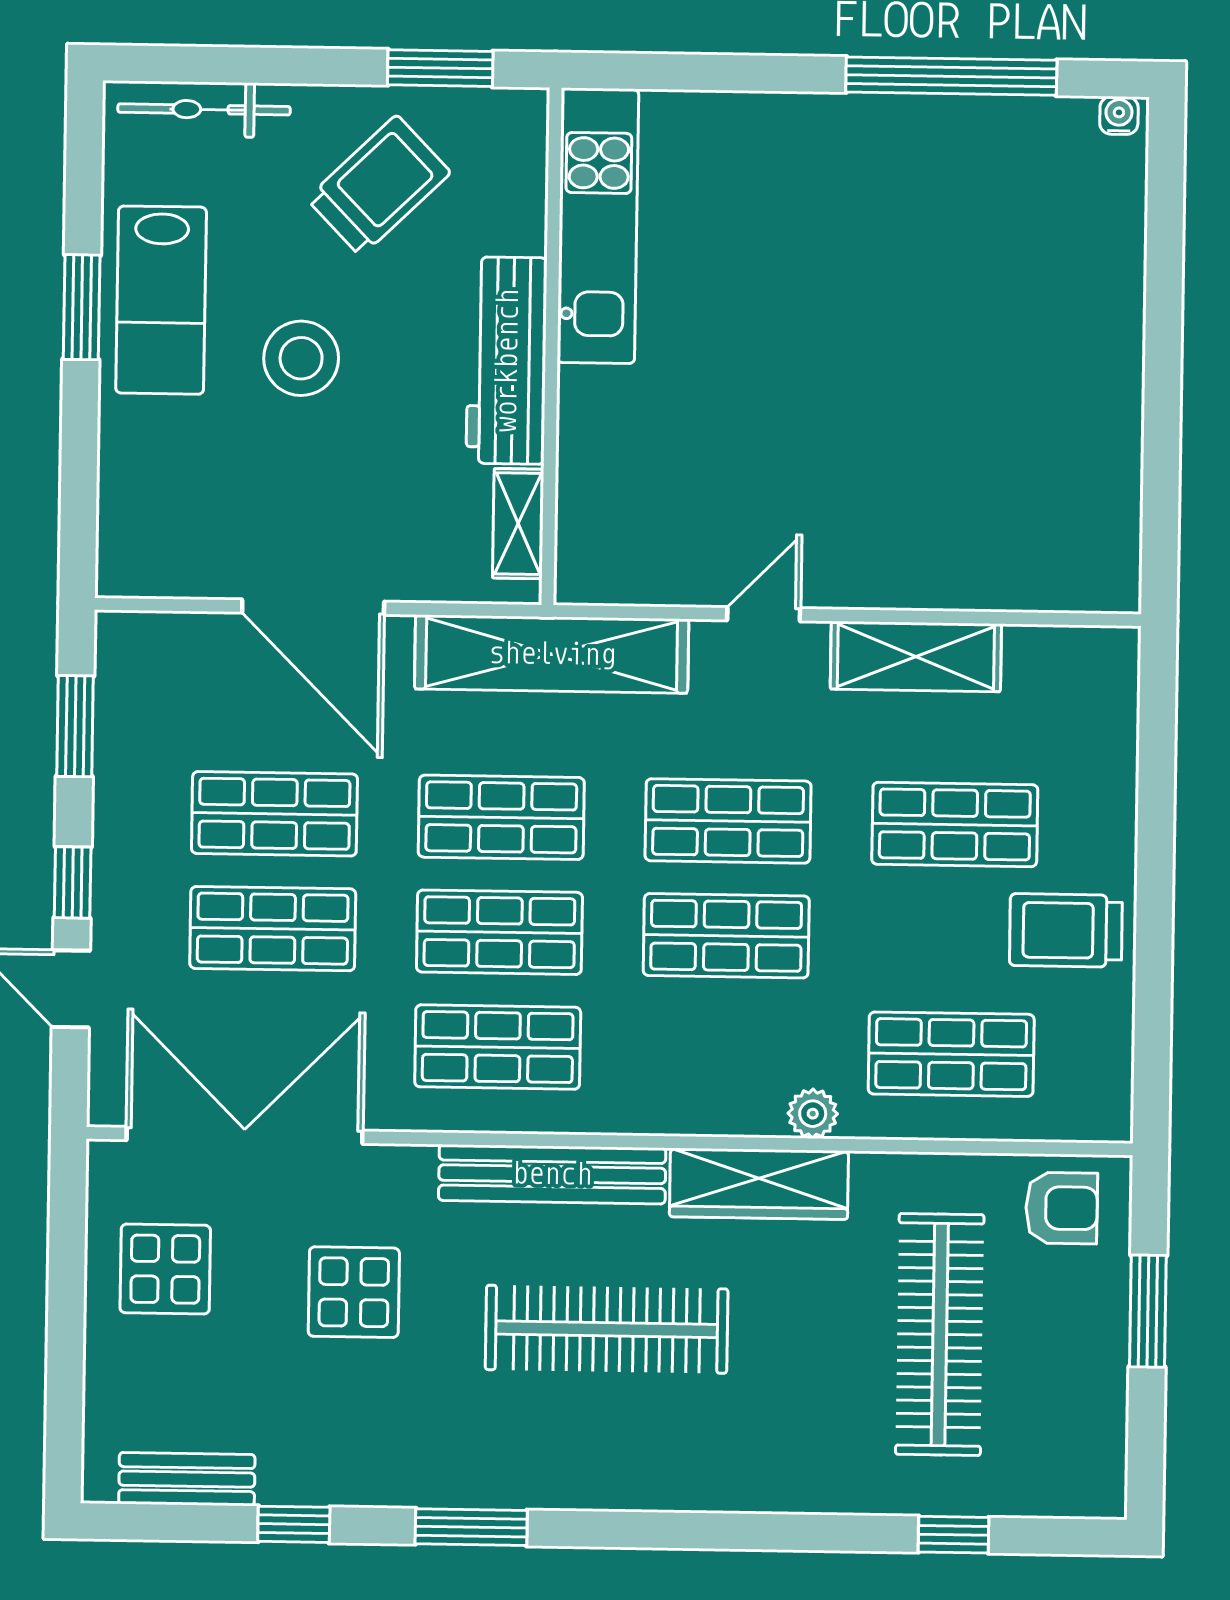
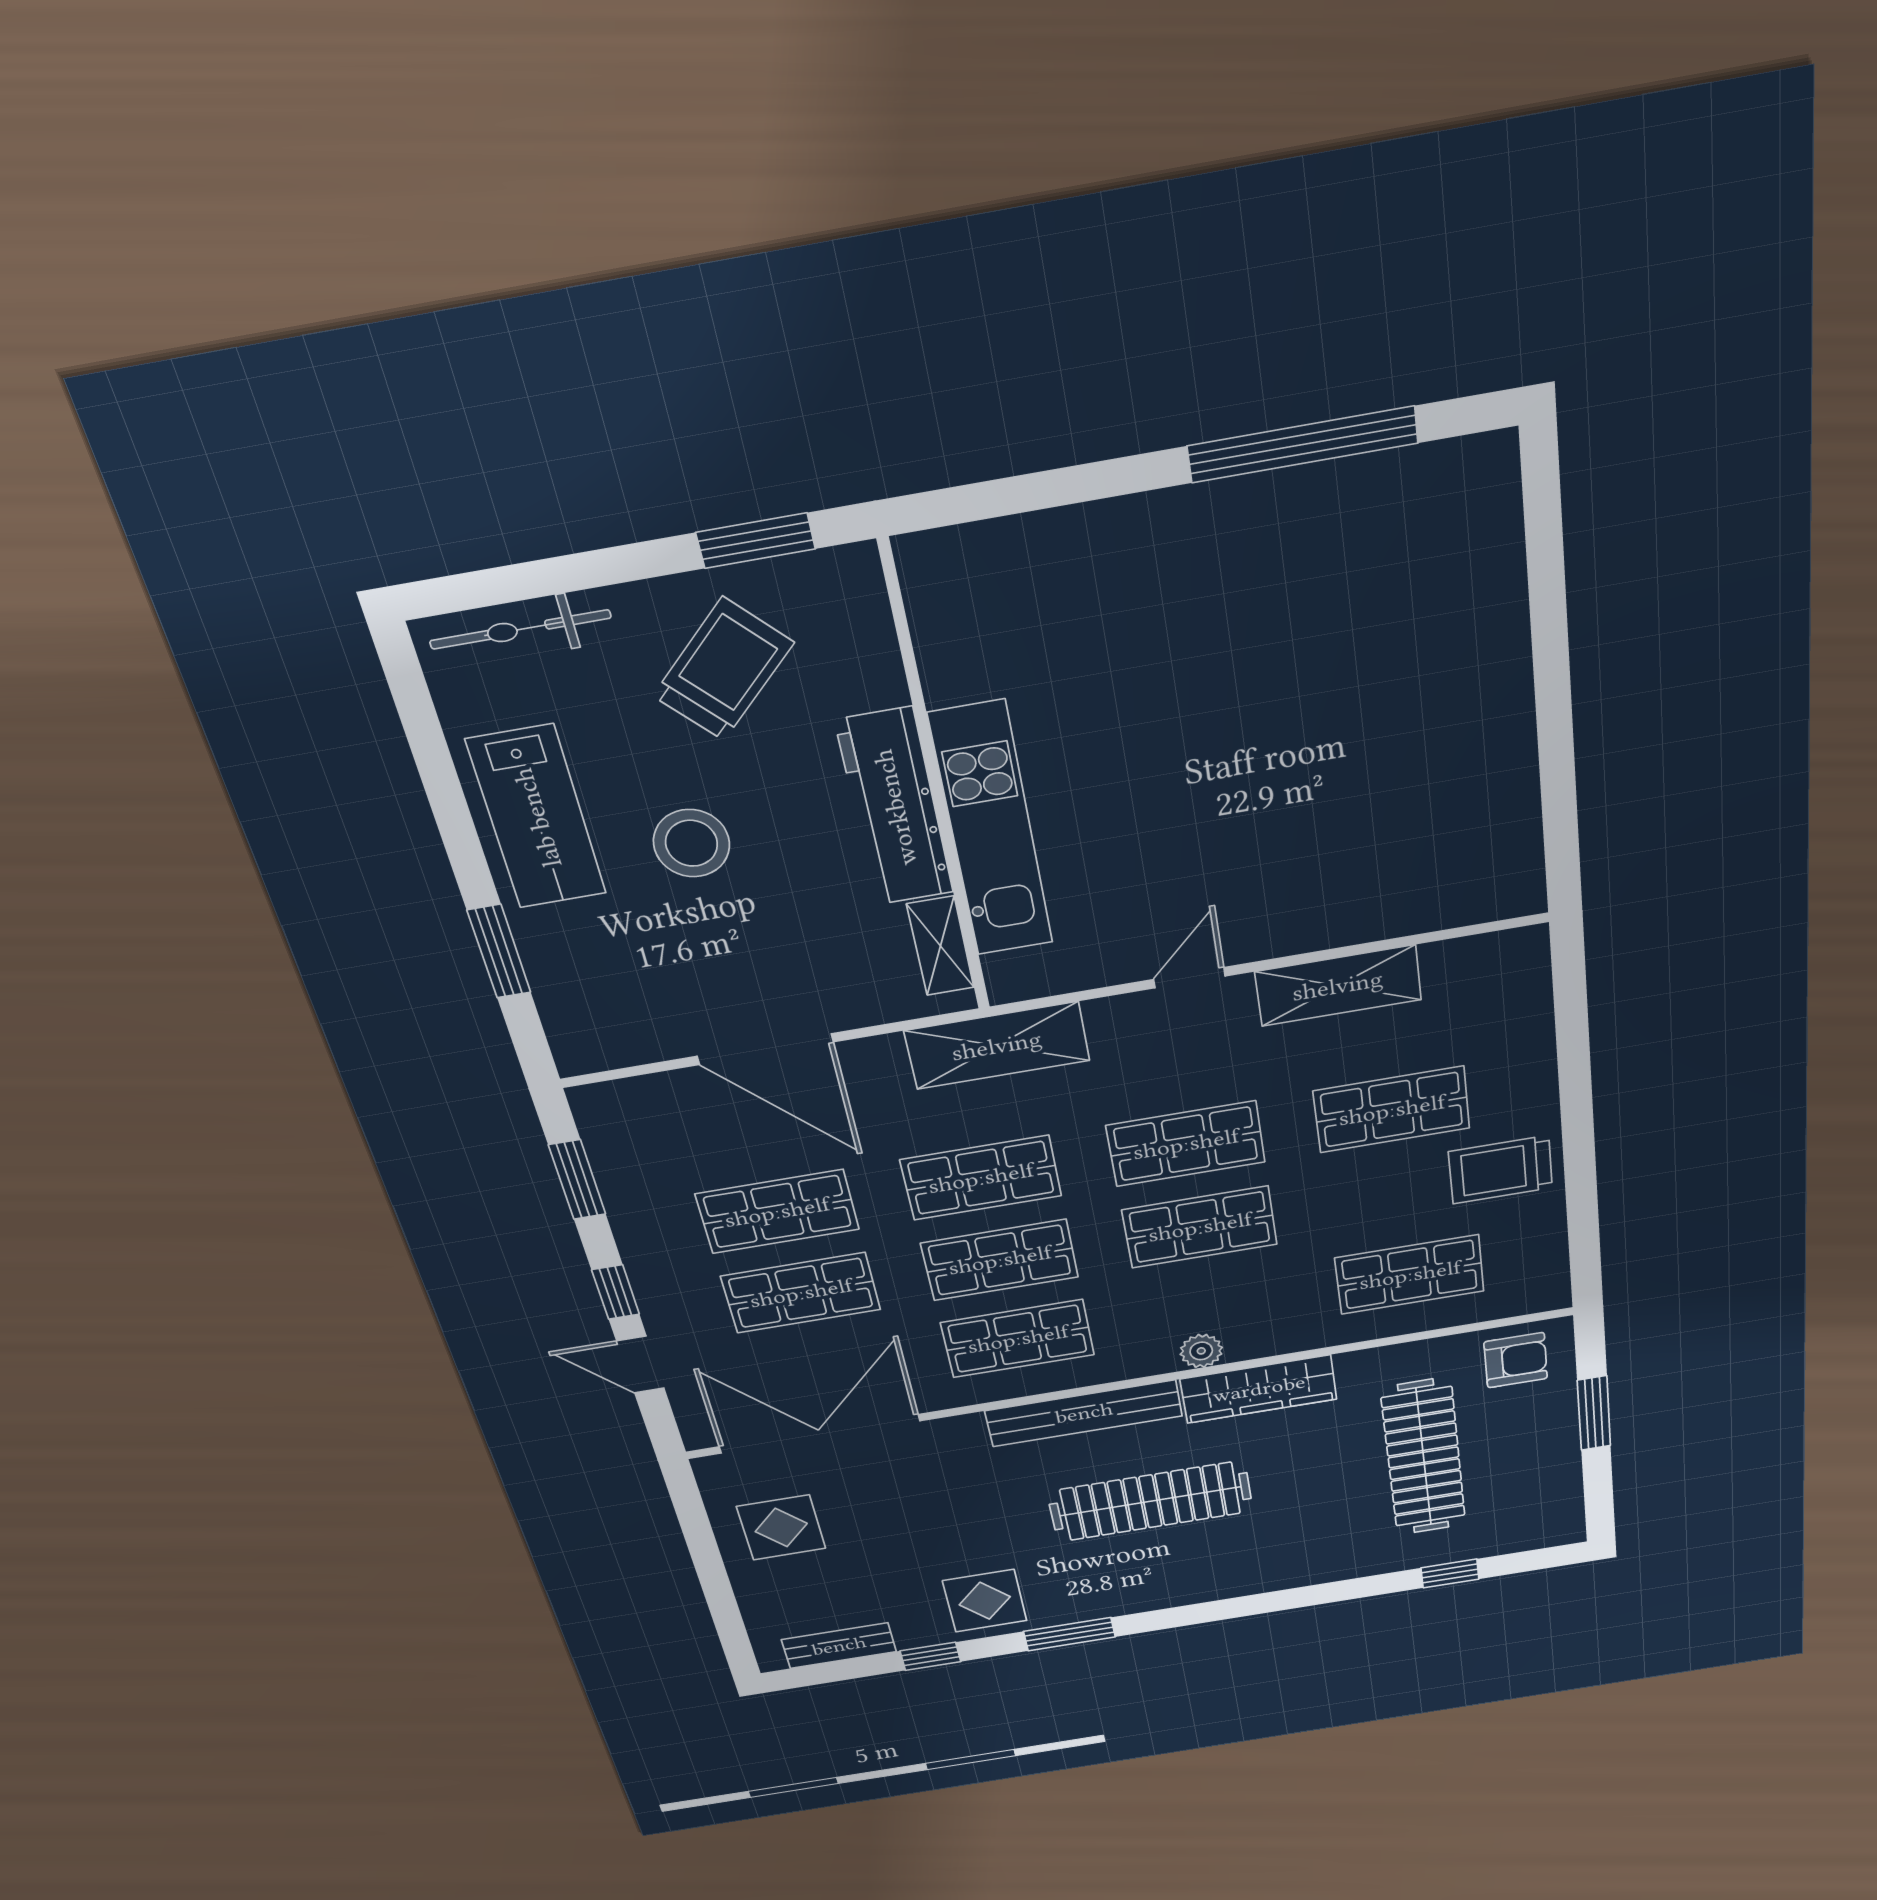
water cooler: (1119, 115) -> (1487, 451), removed
kitchen unit: (598, 226) -> (991, 830), moved
window: (82, 307) -> (499, 951), moved
shelving: (552, 654) -> (997, 1046), width x0.68
plant: (813, 1114) -> (1201, 1351), moved
display table: (354, 1292) -> (985, 1601), moved

